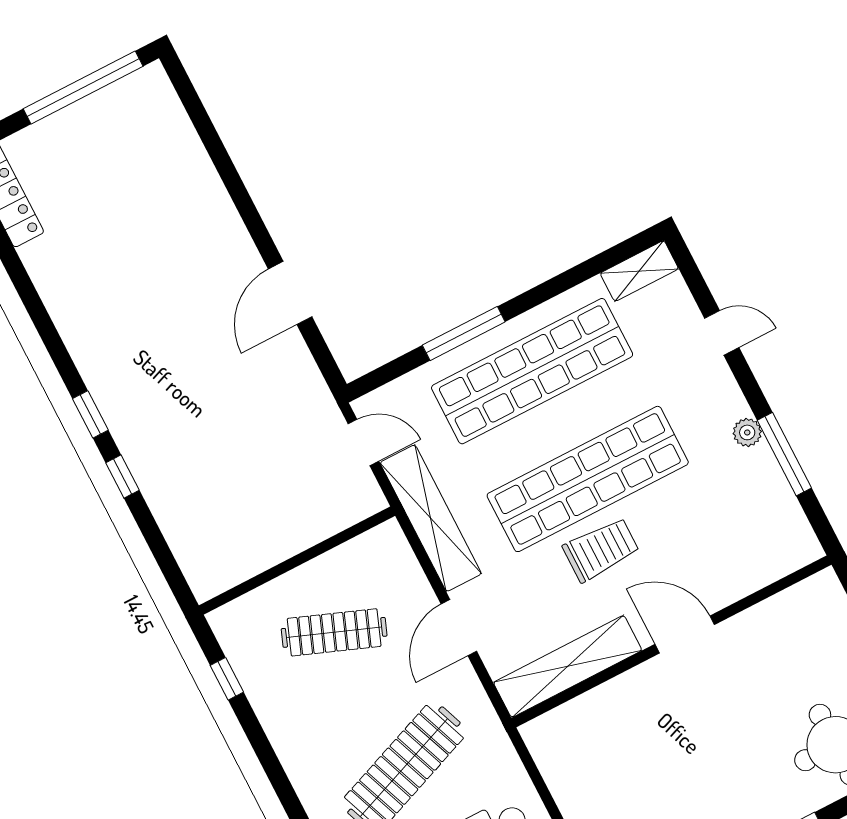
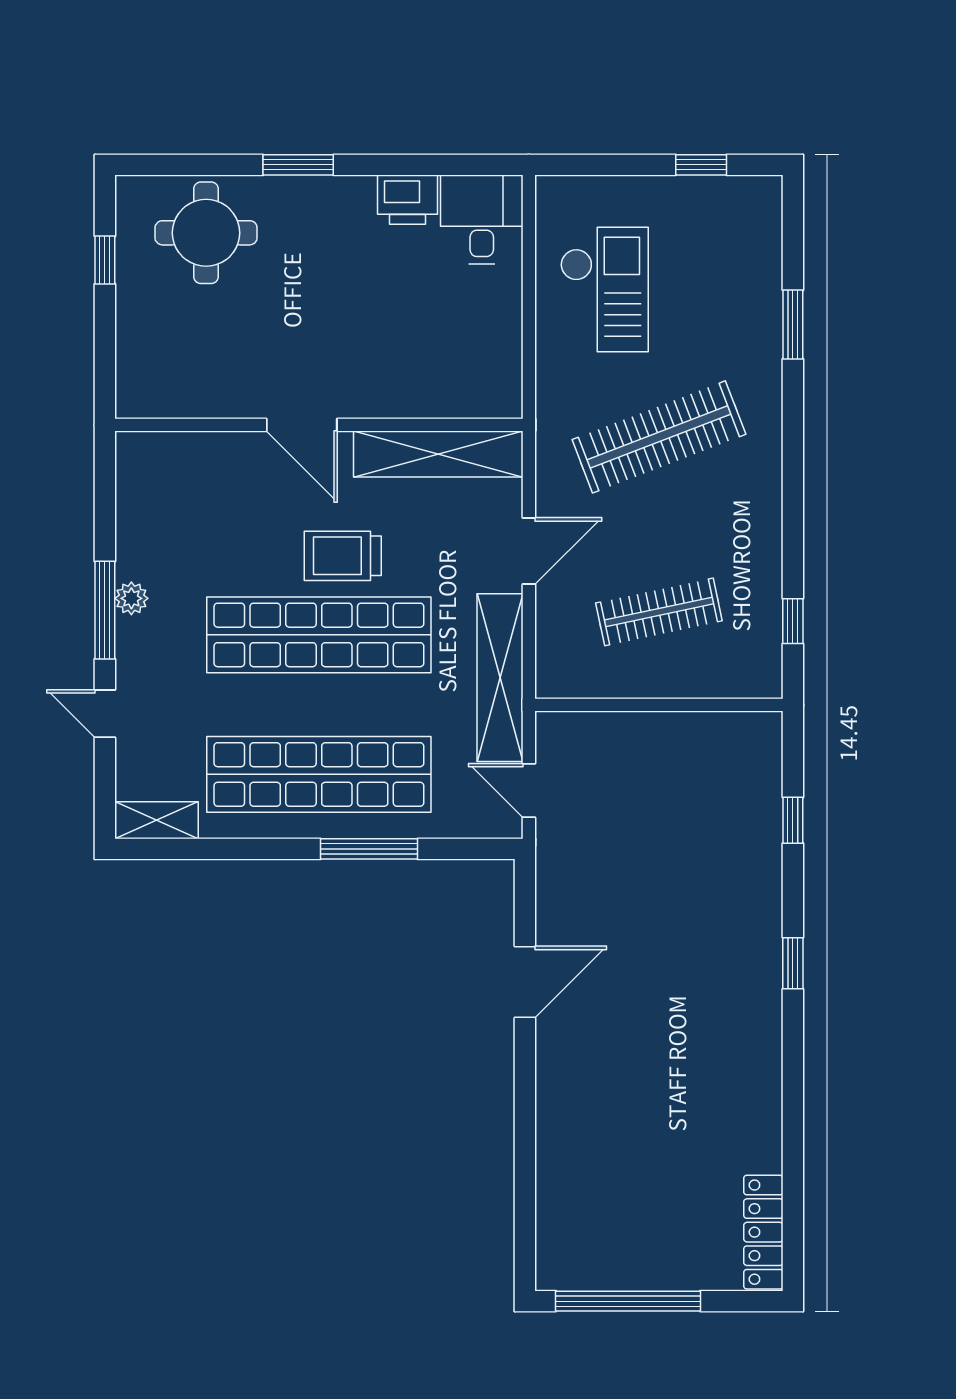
window: (784, 454) -> (105, 610), moved
window: (122, 476) -> (793, 820), moved
clothes rail: (334, 632) -> (659, 612), turned -33

